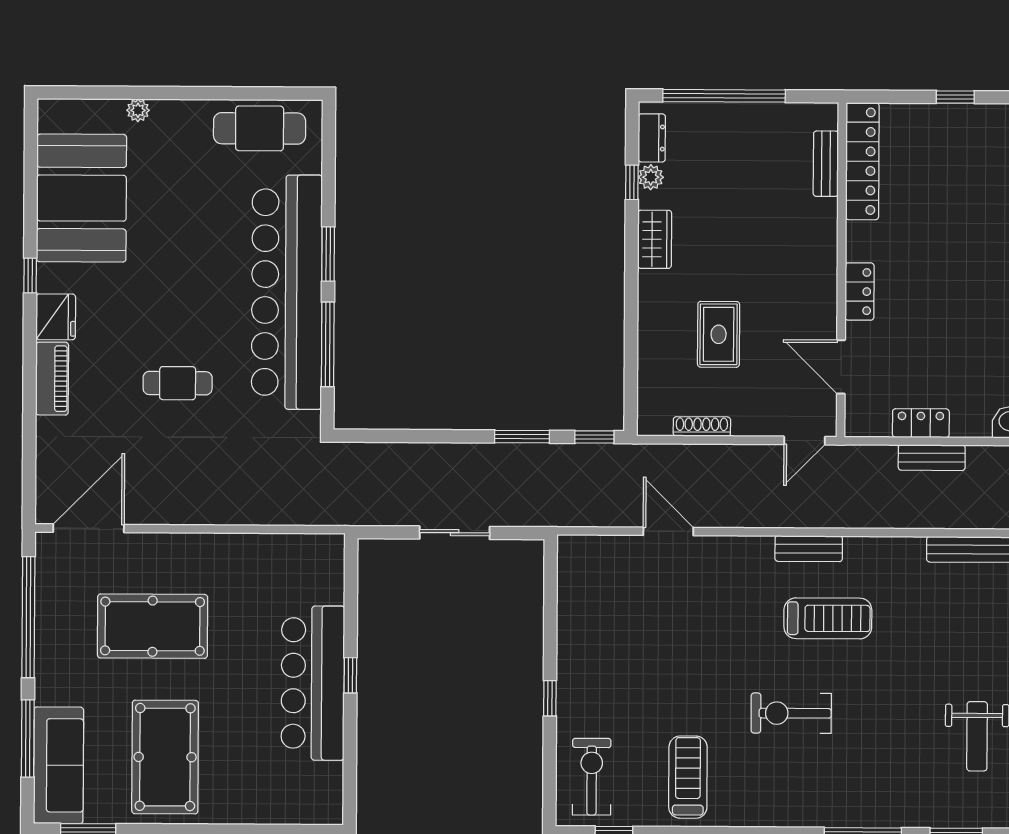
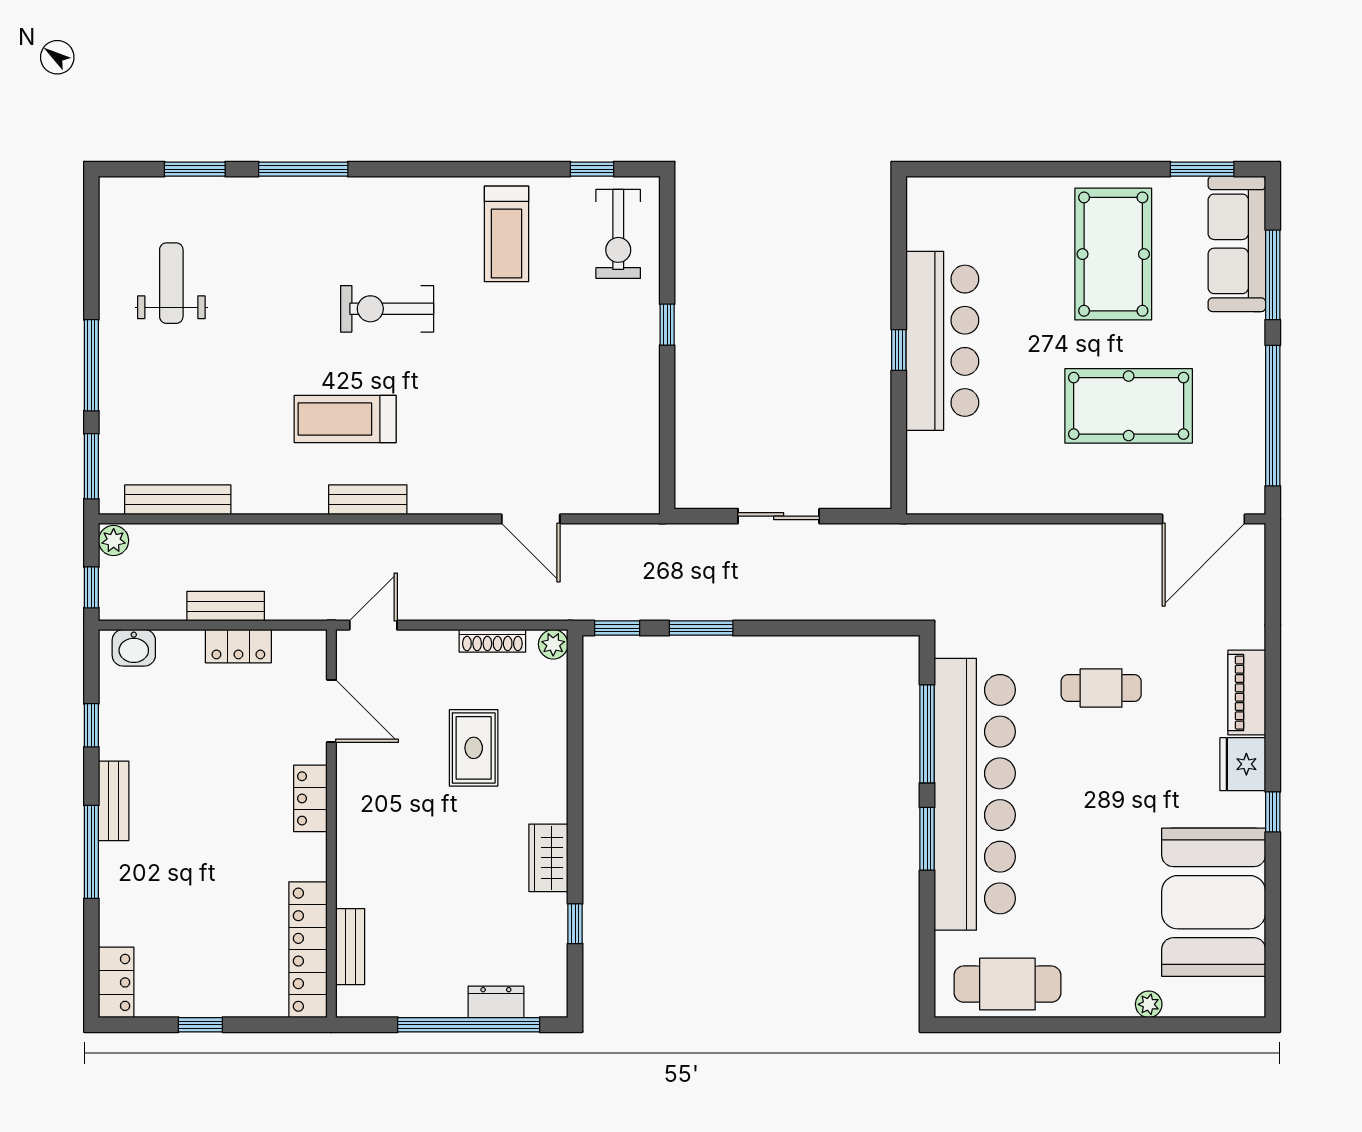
dresser: (652, 138) -> (496, 1002), moved, turned 90
plant: (651, 177) -> (553, 644), moved
exercise bike: (791, 713) -> (387, 309), turned 180

